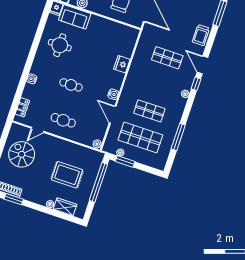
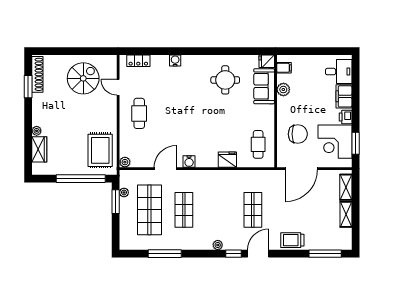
cafe table: (71, 85) -> (258, 144), moved
rug: (67, 175) -> (100, 150), moved

